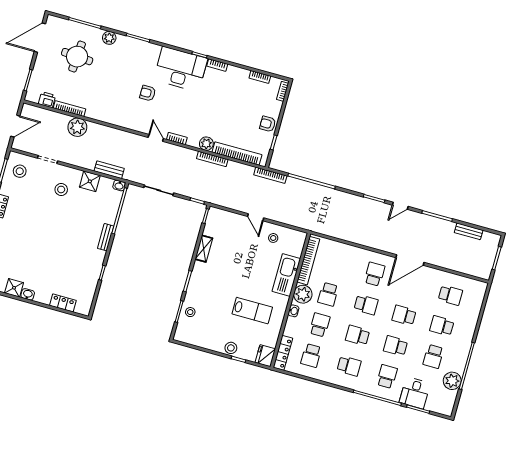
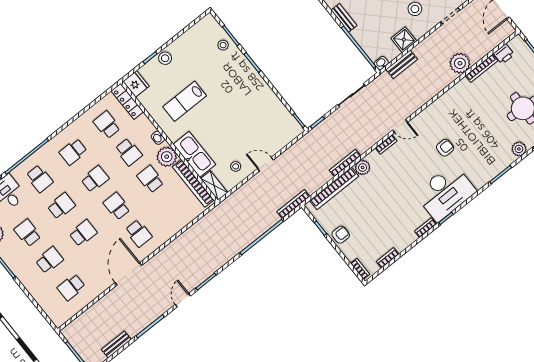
shelving: (204, 249) -> (214, 186), moved
school desk: (366, 305) -> (117, 206), turned 90

